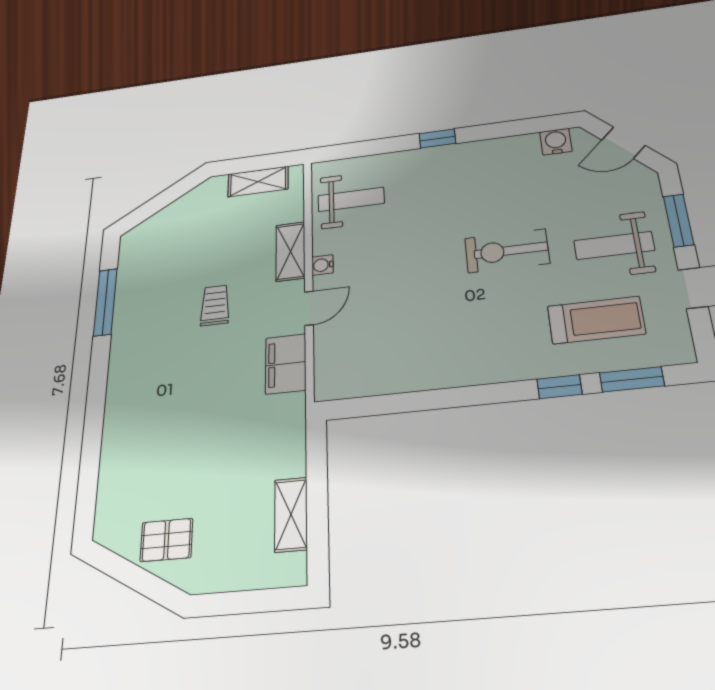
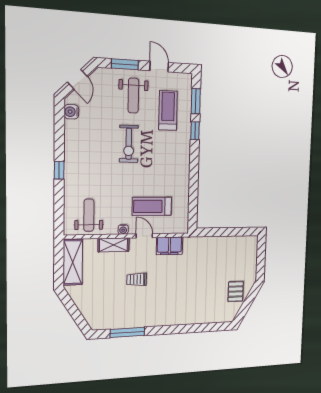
shelving: (258, 182) -> (73, 262), width x1.50, depth x1.33
treadmill: (374, 315) -> (152, 206), added
shelving: (291, 514) -> (232, 242), removed

